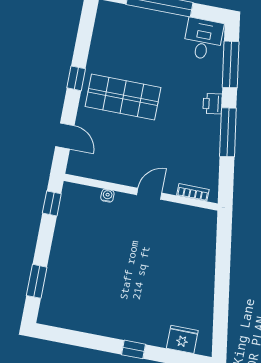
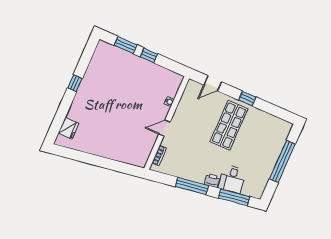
desk: (203, 39) -> (232, 179), moved, turned 81
door: (149, 194) -> (164, 128), swing flipped
window: (52, 203) -> (149, 55), moved
window: (134, 349) -> (75, 83), moved

